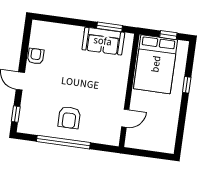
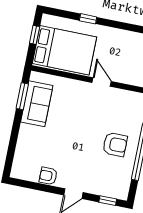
door: (125, 118) -> (102, 82), moved

